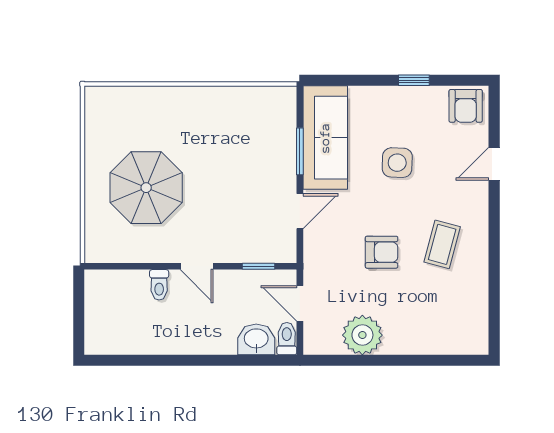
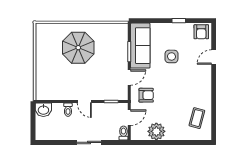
parasol: (146, 188) -> (78, 48), moved
coffee table: (442, 244) -> (197, 118), moved
armchair: (382, 252) -> (146, 95), moved
door: (300, 303) -> (129, 118), swing flipped
washbasin: (256, 339) -> (43, 110), moved, turned 180
sliding door: (207, 360) -> (89, 142), added

